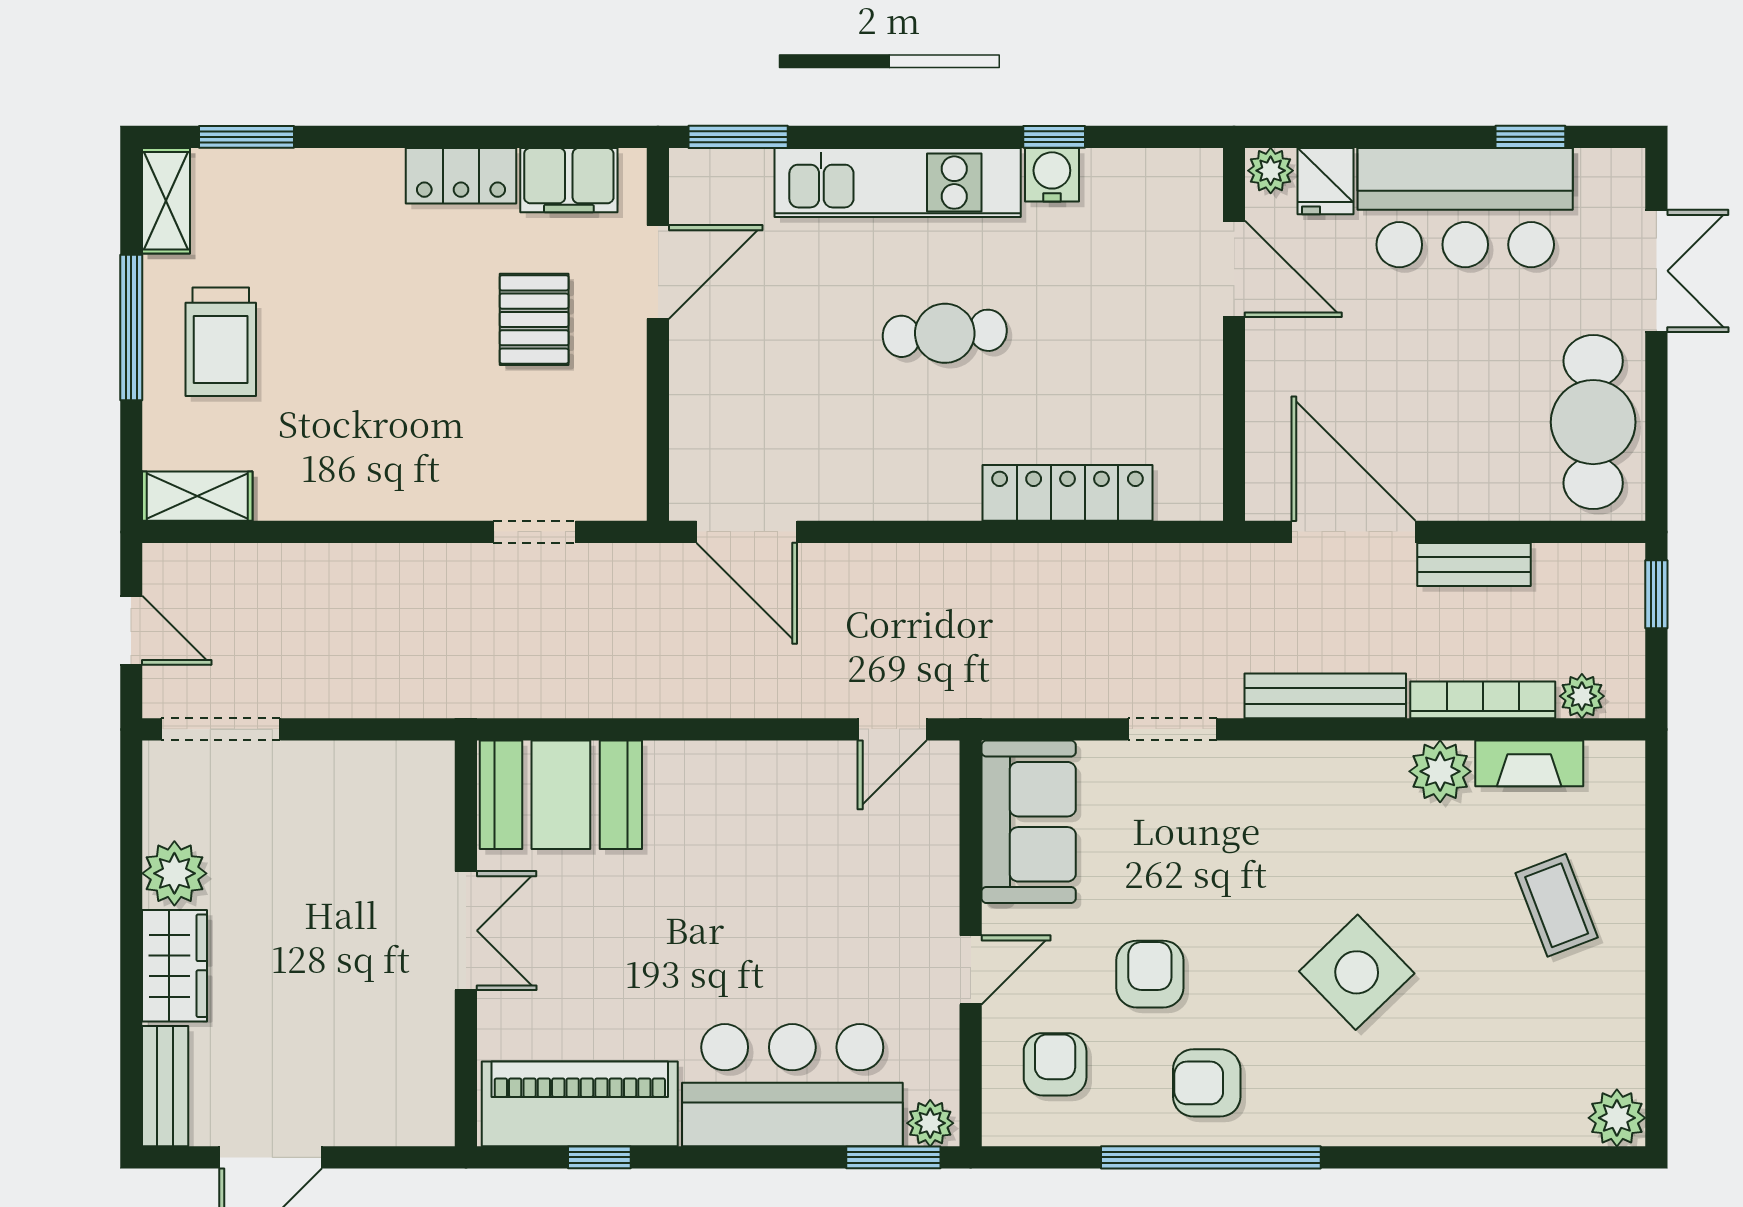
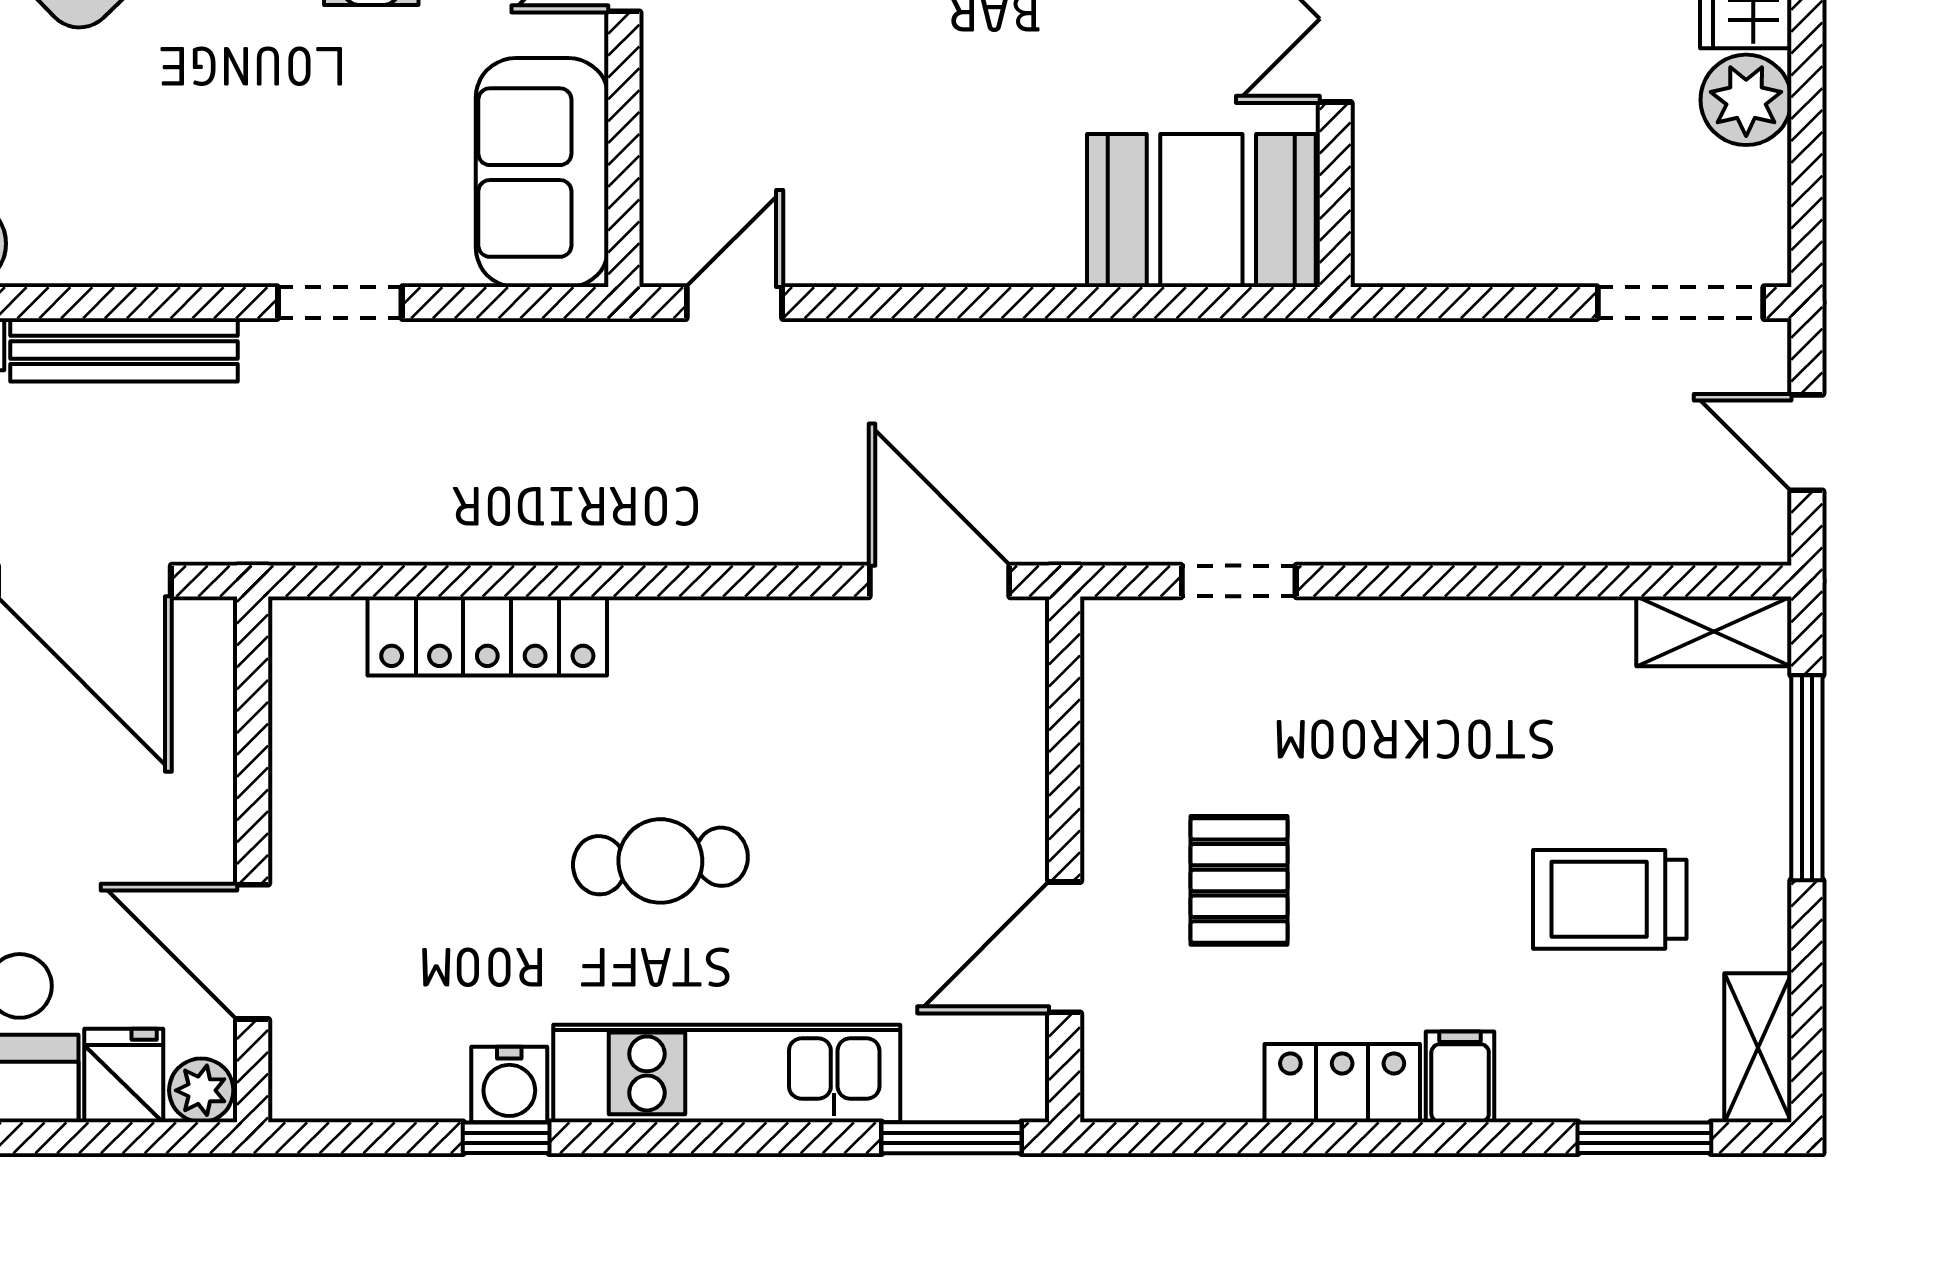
filing cabinet: (569, 180) -> (1460, 1077), moved, width x0.50
window: (131, 328) -> (1807, 778), moved
trolley: (221, 342) -> (1610, 899), moved, turned -90

